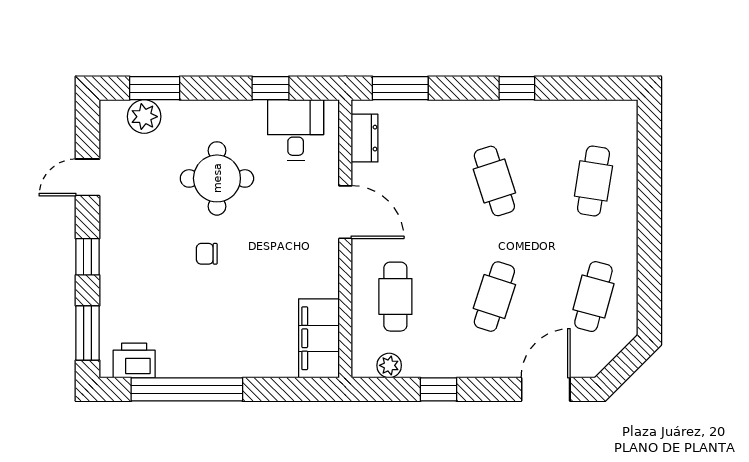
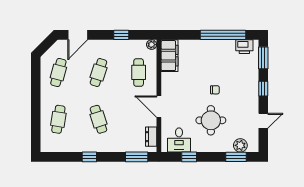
plant: (389, 365) -> (152, 45), moved

